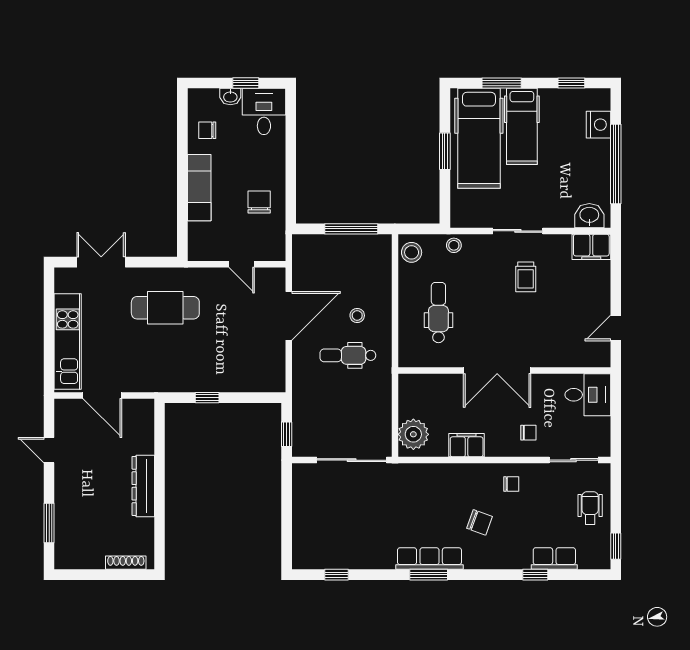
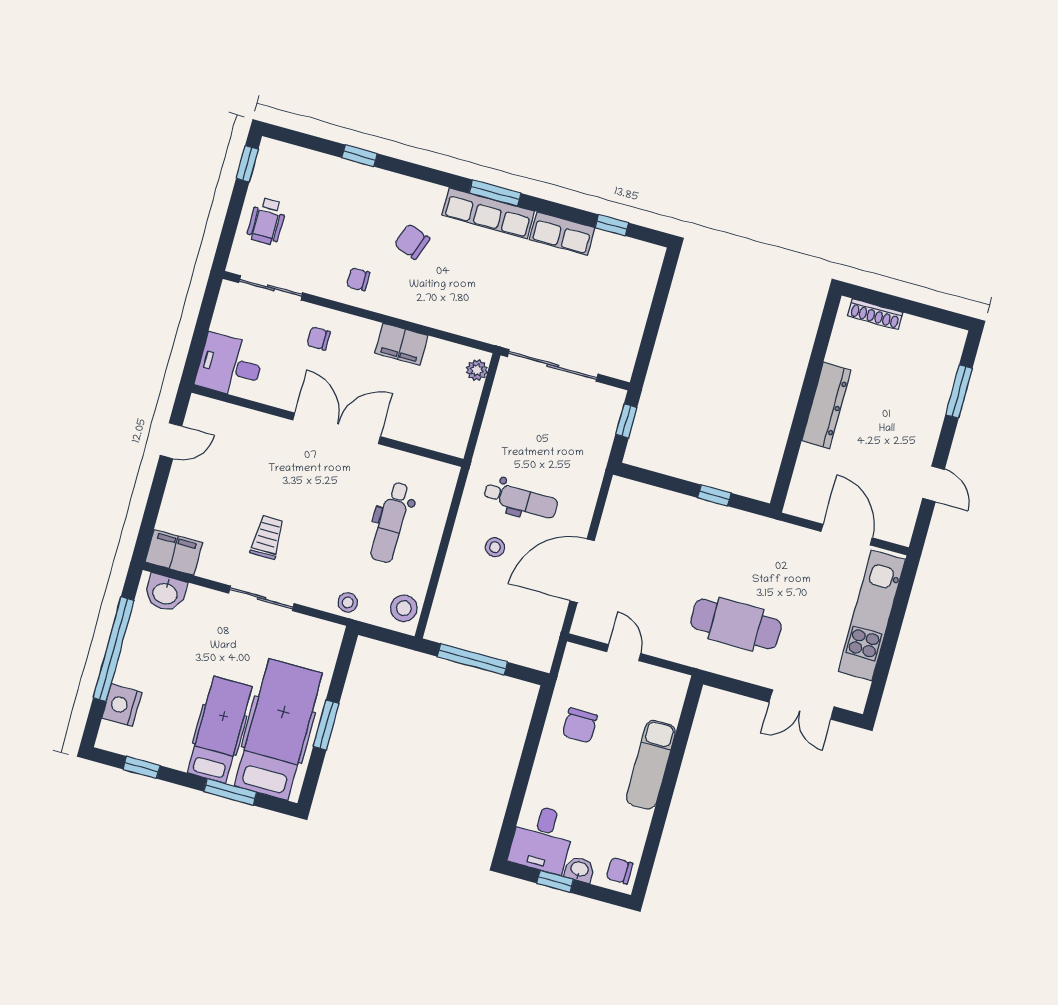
chair: (207, 130) -> (620, 871), moved, turned 180
plant: (413, 434) -> (477, 370), width x0.53, depth x0.53
row of seats: (554, 559) -> (562, 234), moved

